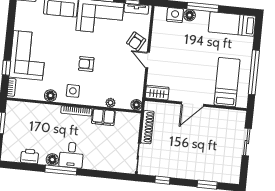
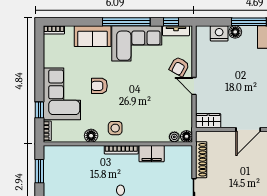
armchair: (86, 64) -> (99, 86), moved
plant: (111, 103) -> (174, 137), moved

